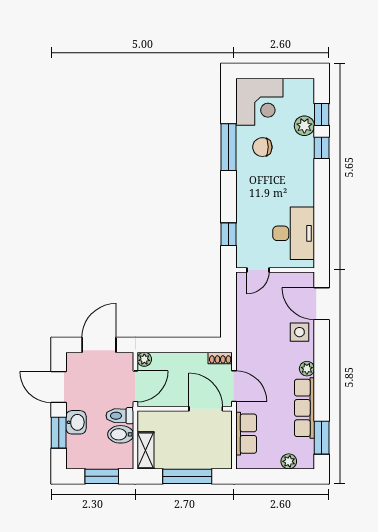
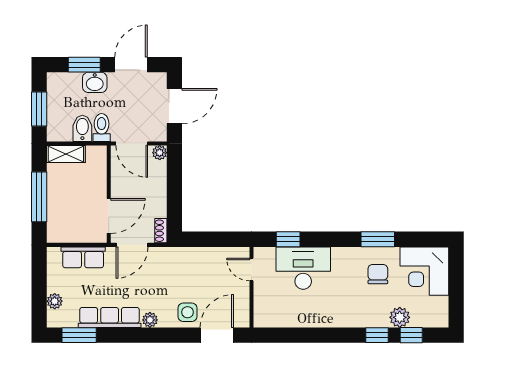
window: (228, 147) -> (378, 239), width x0.69
desk: (294, 233) -> (303, 268), moved, turned 180
door: (99, 345) -> (174, 106), hinge flipped

